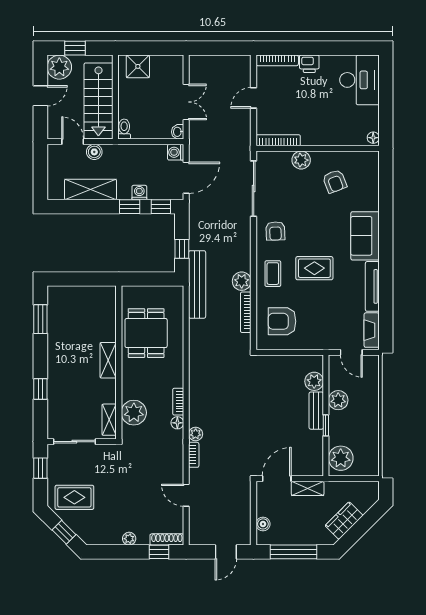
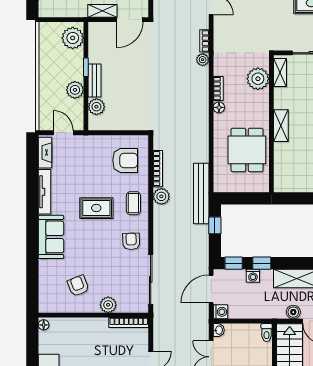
floor lamp: (177, 423) -> (219, 107), moved

